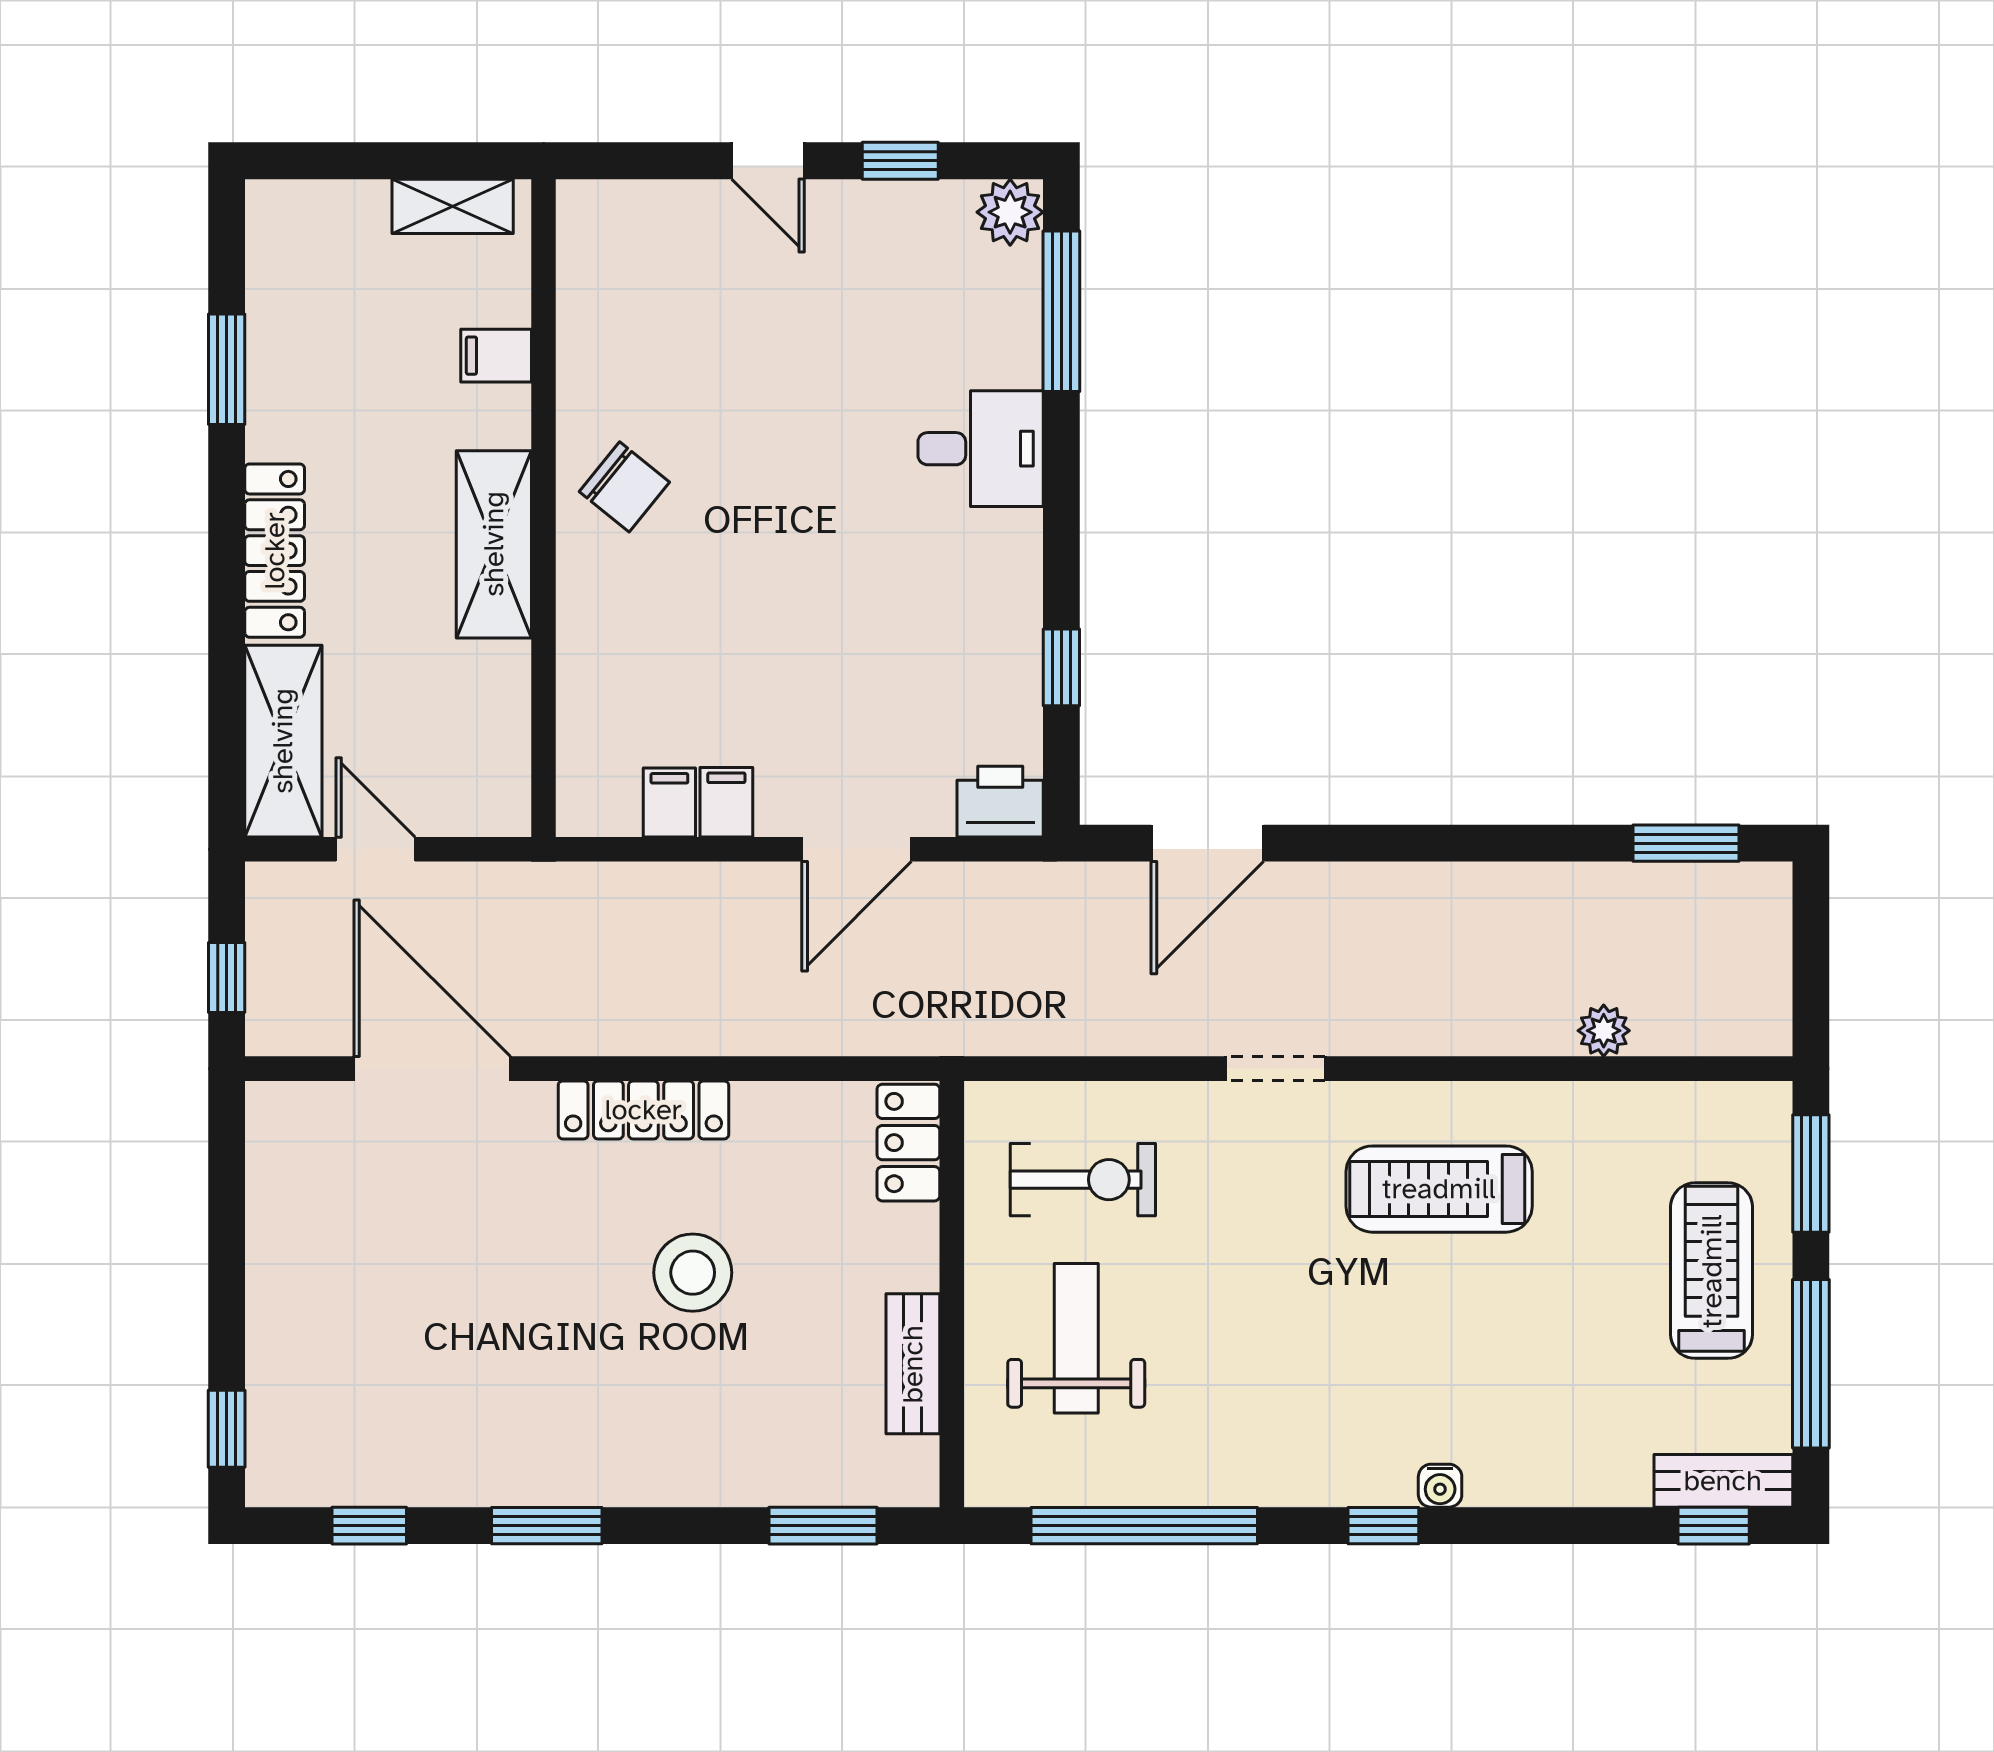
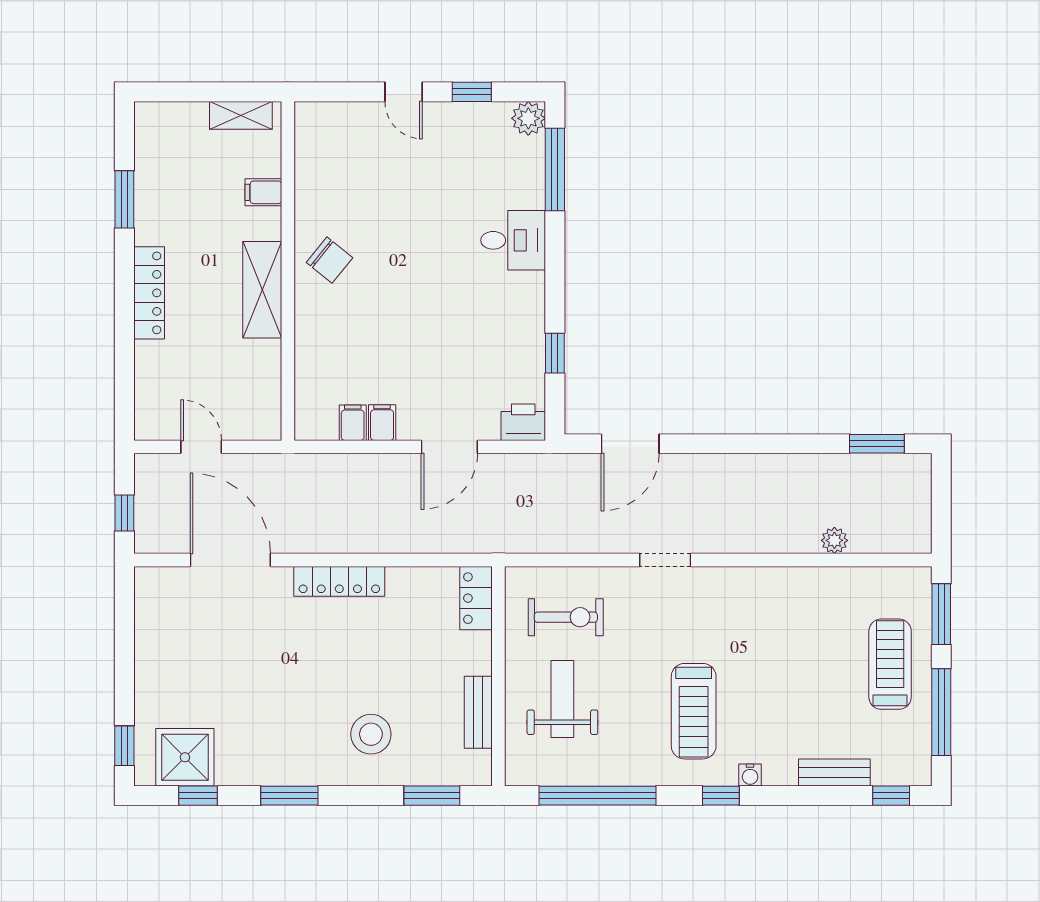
shelving: (283, 741) -> (154, 391), removed
treadmill: (1439, 1189) -> (694, 711), moved, turned -90
stool: (693, 1273) -> (371, 734), moved
shower: (344, 1451) -> (185, 757), added
bench: (1723, 1481) -> (834, 773), moved

